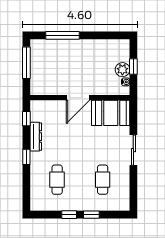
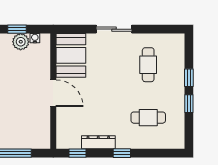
cafe table: (103, 180) -> (148, 65), turned 90

